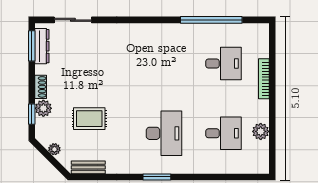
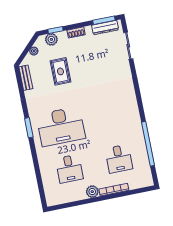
plant: (43, 108) -> (51, 39), moved
plant: (261, 131) -> (92, 192), moved
desk: (164, 133) -> (61, 127), width x1.36, depth x1.30

